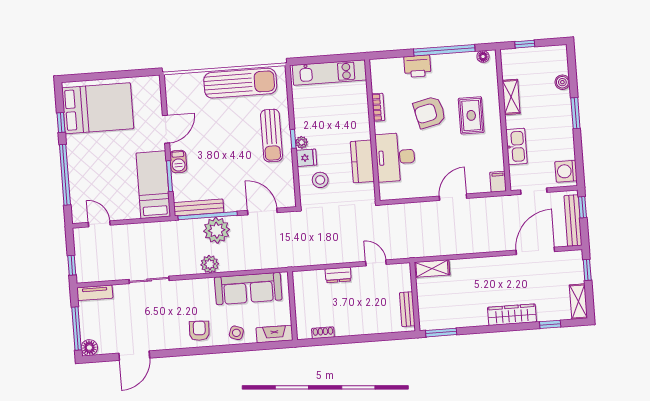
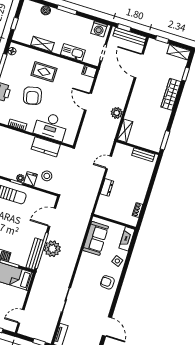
plant: (210, 264) -> (117, 113), moved
sofa: (248, 289) -> (96, 238), width x0.73

